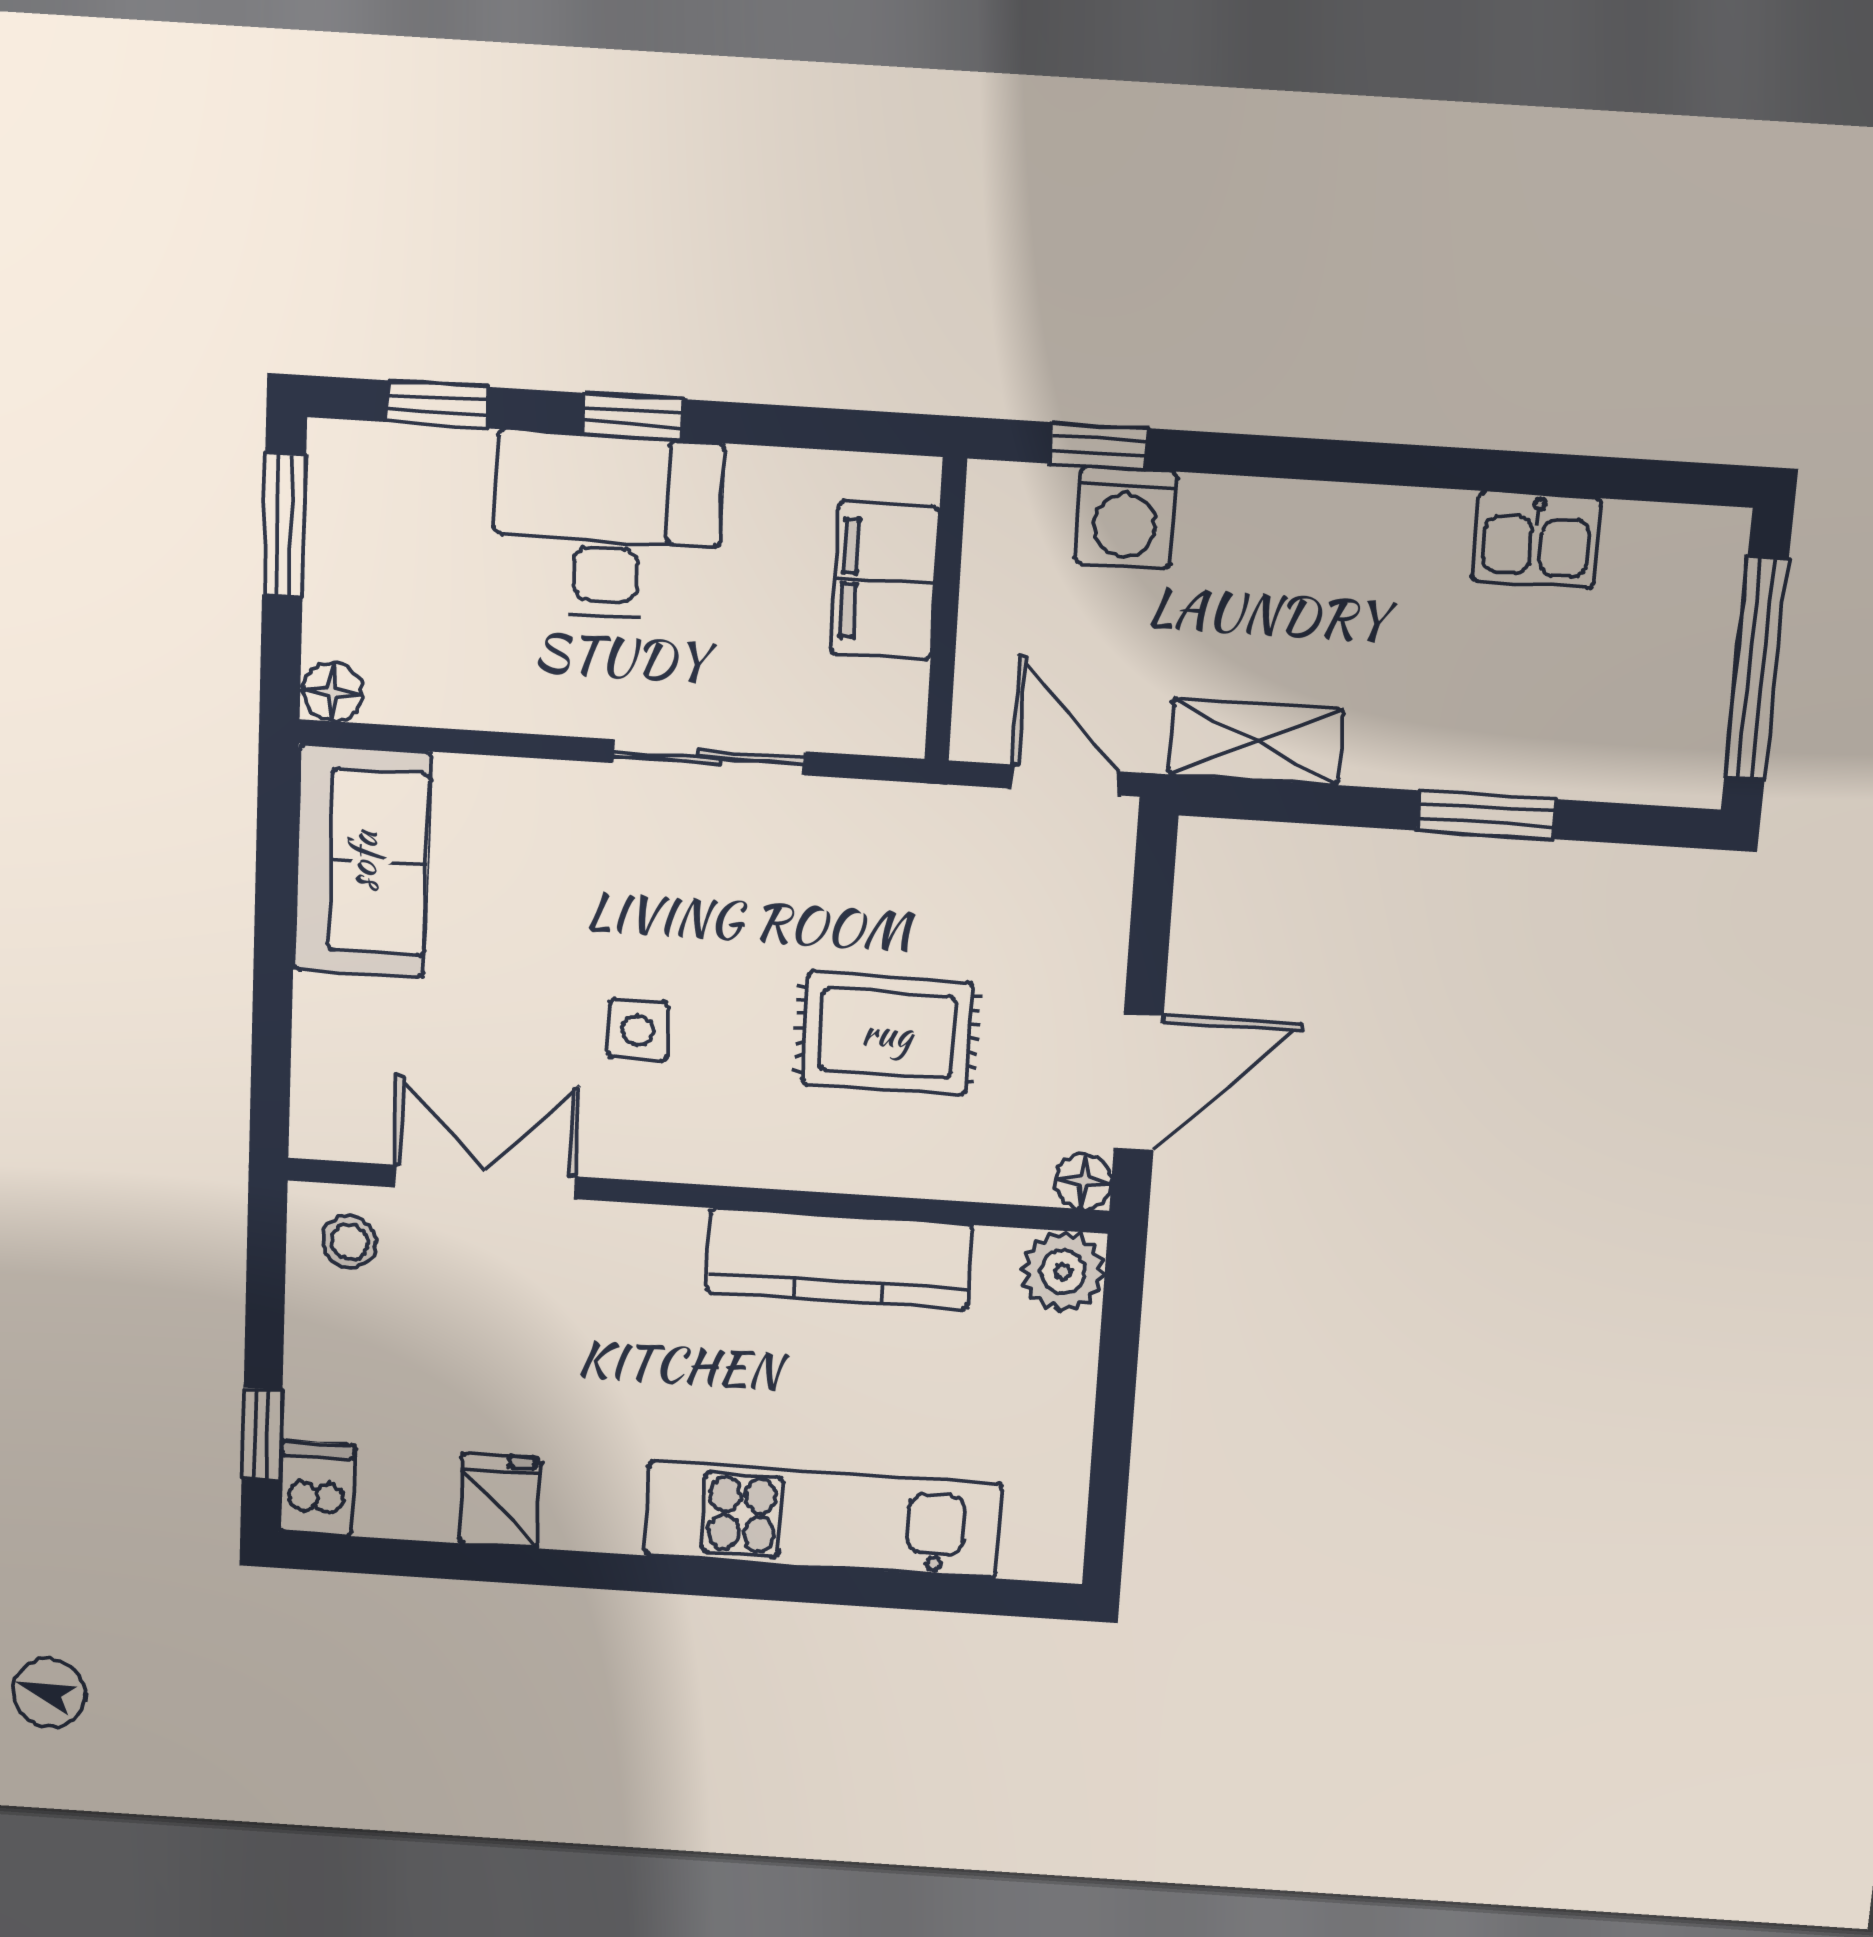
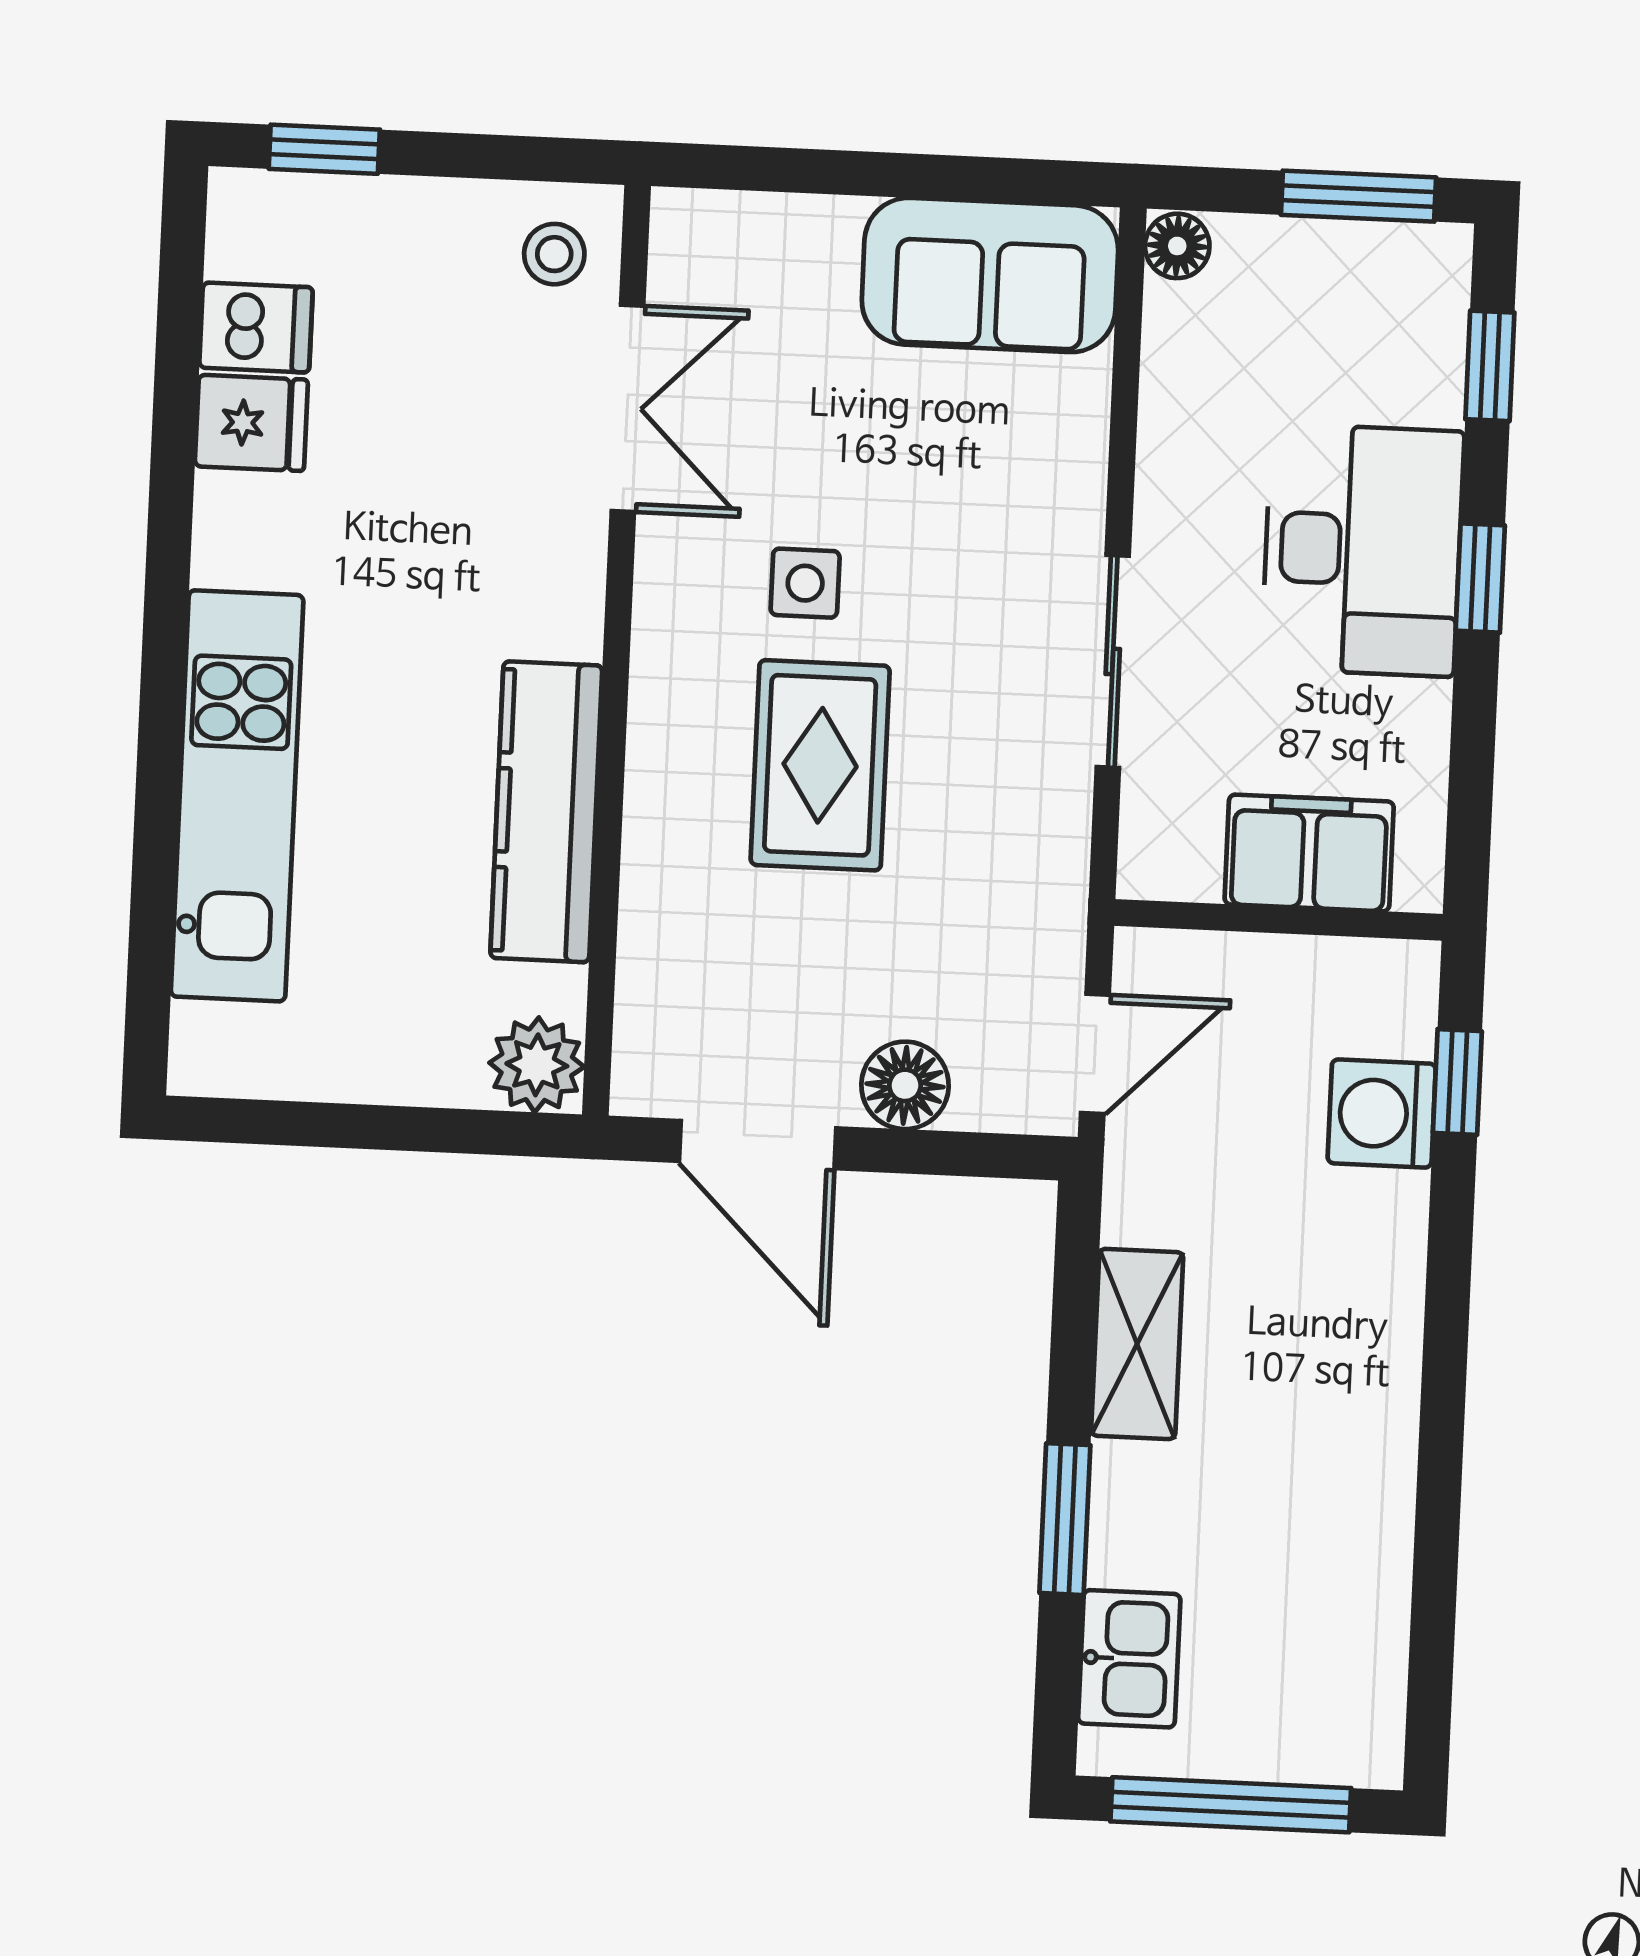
kitchen sink: (1537, 540) -> (1129, 1659), moved, turned 180
shelving: (1256, 742) -> (1137, 1344), moved
rug: (887, 1033) -> (820, 765), moved
floor lamp: (1083, 1182) -> (905, 1085), moved, width x1.37, depth x1.37
dishwasher: (317, 1488) -> (256, 327), moved

